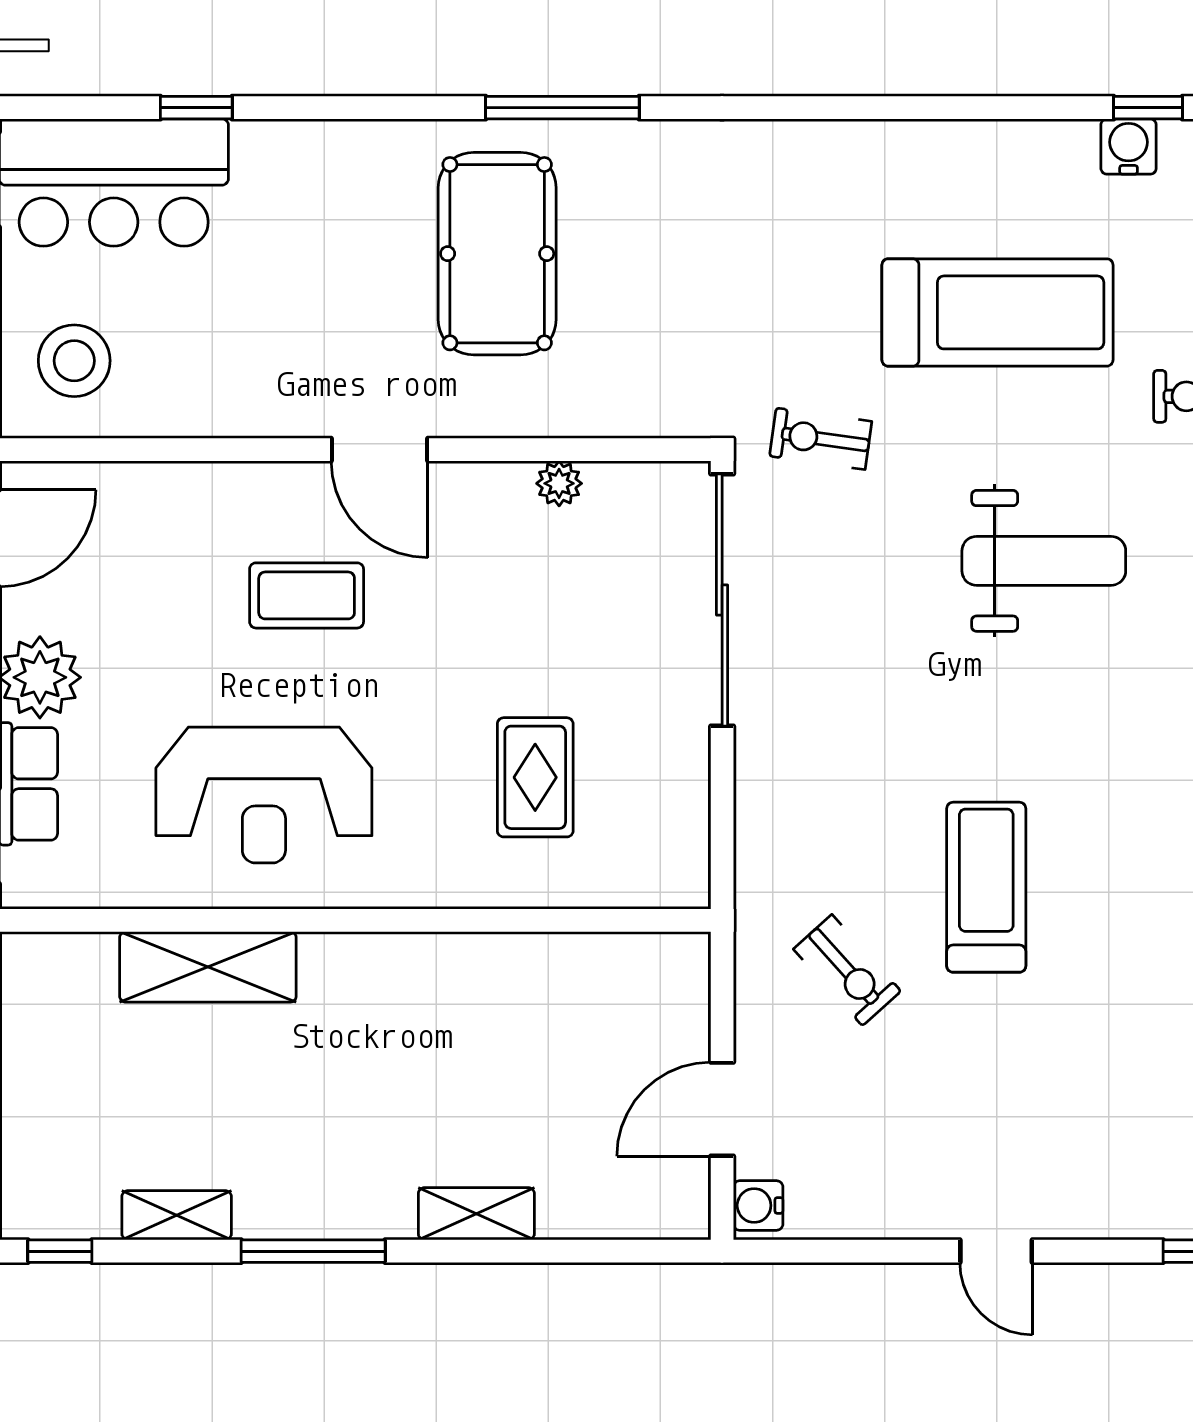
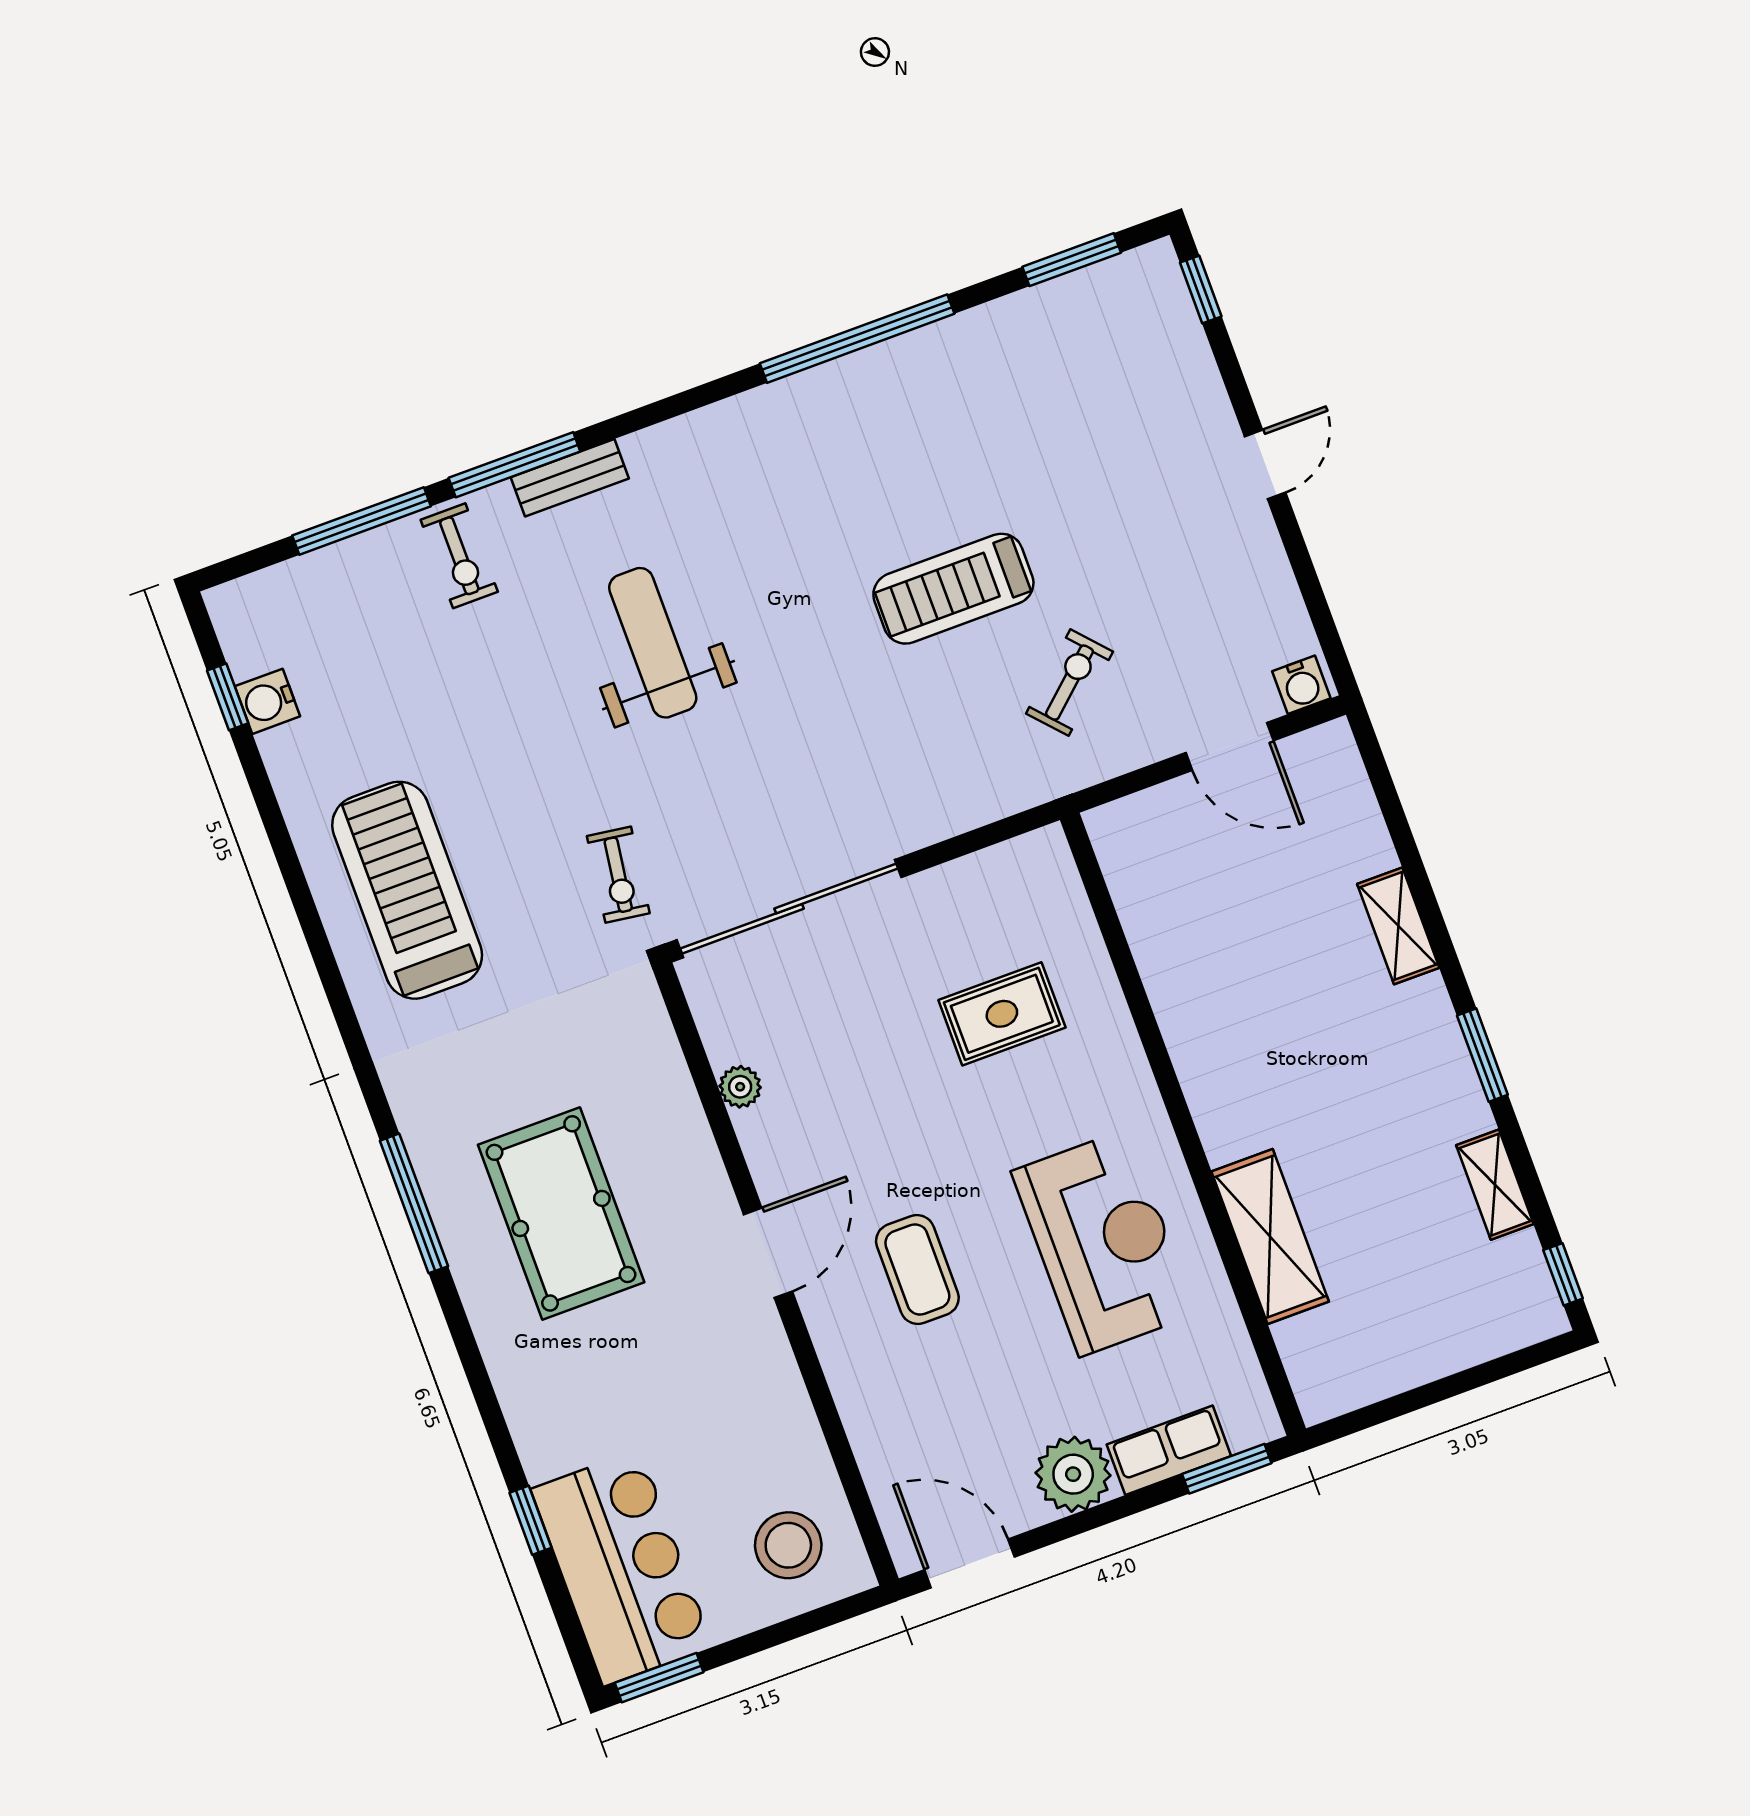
pool table: (497, 254) -> (561, 1213), turned 90
treadmill: (997, 312) -> (407, 890), moved
window: (313, 1251) -> (1482, 1055), width x0.69

